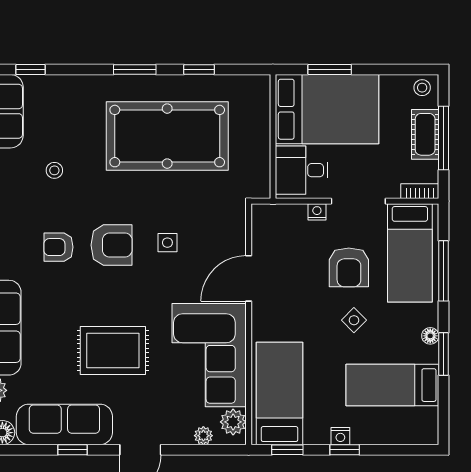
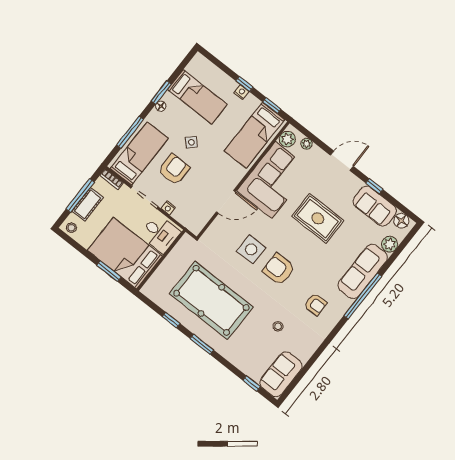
side table: (167, 243) -> (251, 249), width x1.87, depth x1.87
armchair: (58, 247) -> (315, 304), moved
sofa: (64, 424) -> (375, 206), width x0.73

